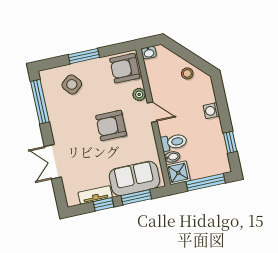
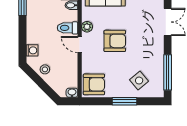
plant: (139, 94) -> (87, 27), moved
washing machine: (211, 111) -> (32, 50), moved
toilet: (174, 142) -> (68, 28), moved

